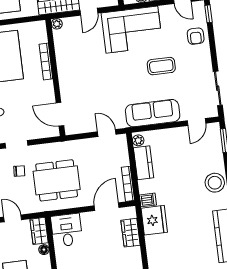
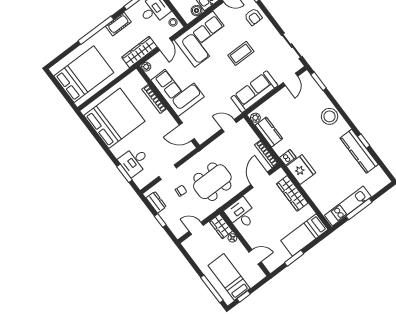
corner sofa: (76, 65) -> (177, 88), added
wardrobe: (131, 233) -> (292, 193), width x1.50

